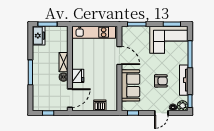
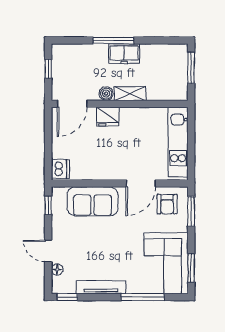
freezer: (39, 36) -> (124, 54), moved
armchair: (161, 81) -> (167, 204), moved
door: (70, 98) -> (72, 104), hinge flipped
dishwasher: (100, 105) -> (60, 169), moved
plant: (183, 106) -> (60, 285), removed

